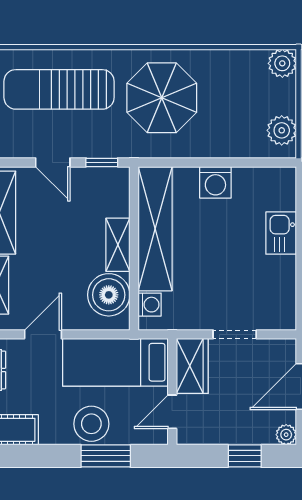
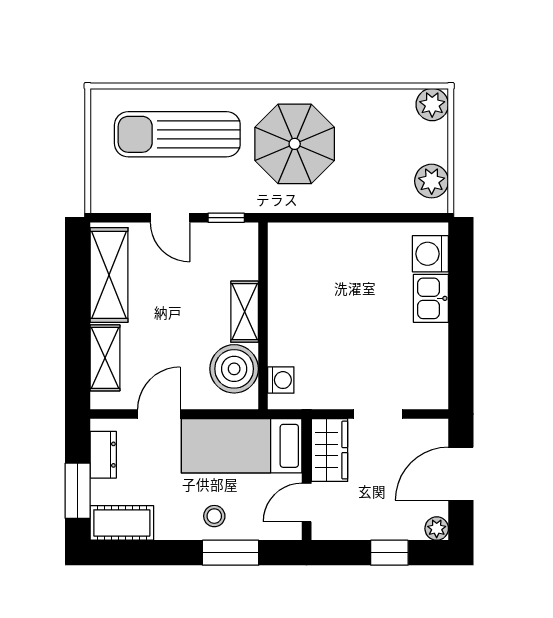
washing machine: (215, 182) -> (430, 254), moved, turned 90
shelving: (155, 229) -> (287, 293), removed
stool: (91, 424) -> (214, 516), width x0.53, depth x0.53

